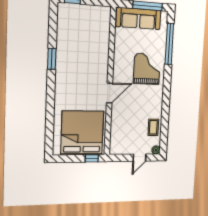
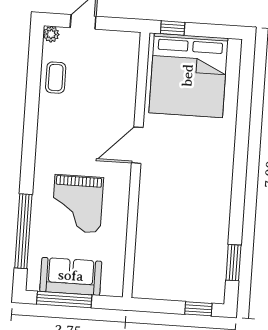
sofa: (139, 18) -> (71, 276), width x0.73
window: (52, 59) -> (233, 263), moved
grand piano: (147, 69) -> (77, 204), moved

